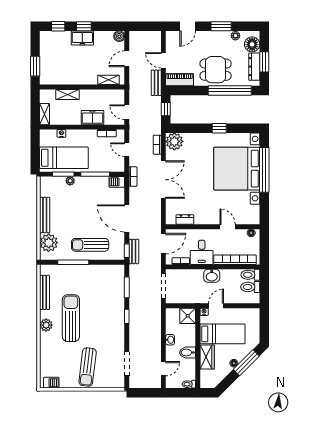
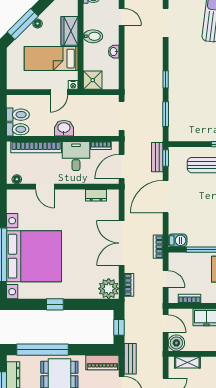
boiler: (118, 96) -> (176, 343), added
door: (127, 218) -> (166, 197), swing flipped
door: (163, 369) -> (122, 17), swing flipped

